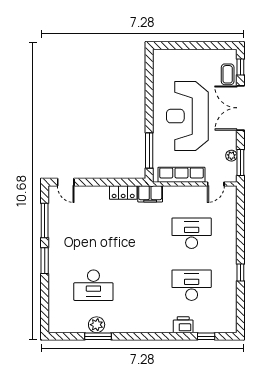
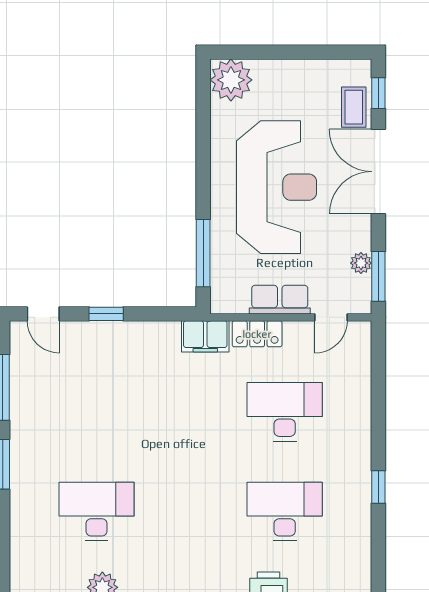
plant: (164, 60) -> (231, 80), added
reception desk: (187, 116) -> (277, 187), turned 180
row of seats: (181, 175) -> (280, 300), width x0.68
window: (99, 182) -> (106, 314), added
locker: (123, 193) -> (257, 334), moved
desk: (93, 285) -> (96, 511), turned 180

